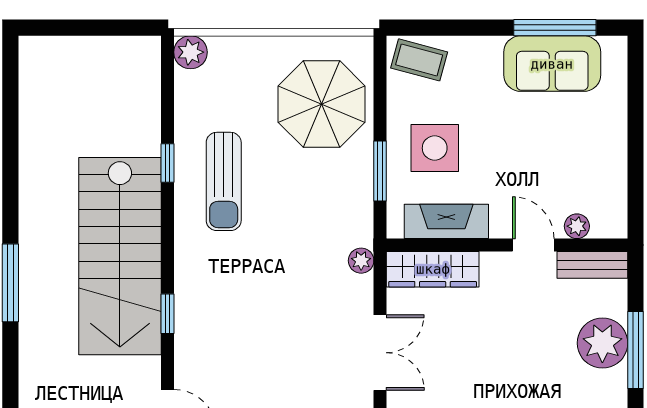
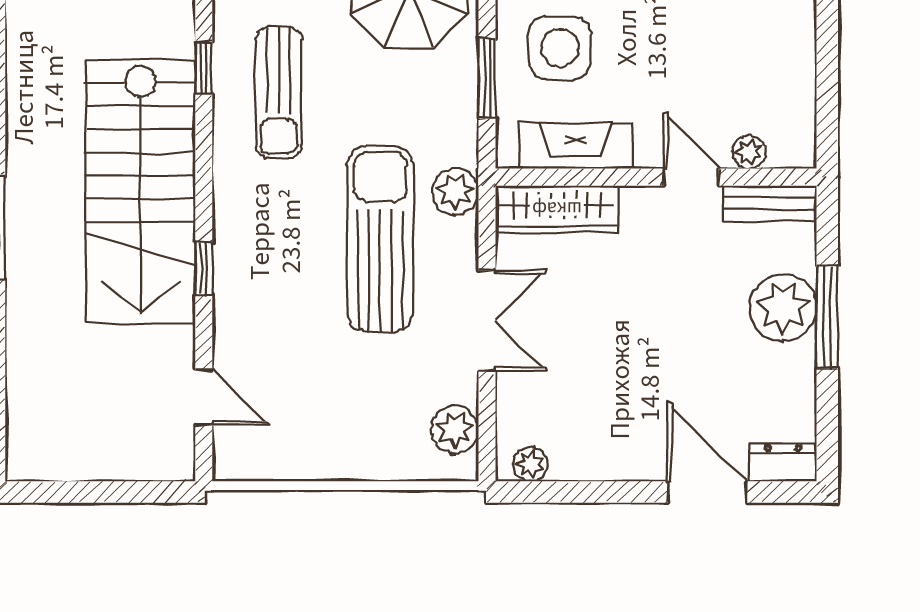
plant: (361, 261) -> (455, 192), width x1.38, depth x1.38
sun lounger: (300, 292) -> (380, 239), added

